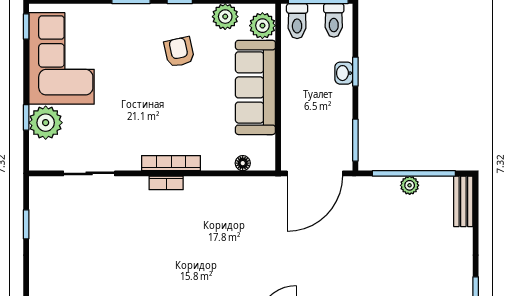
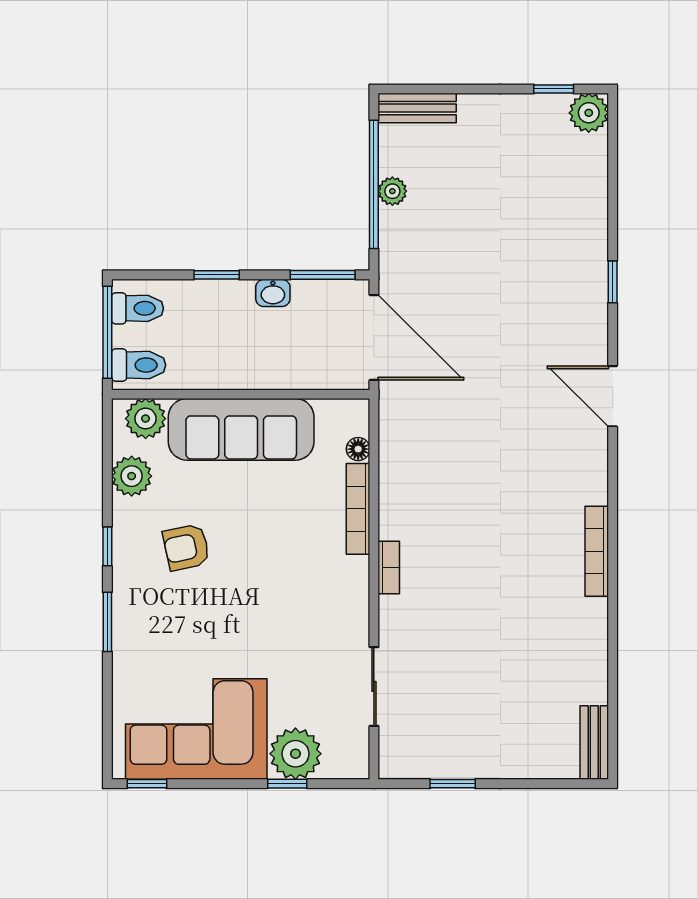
washbasin: (344, 73) -> (273, 293), moved
bookcase: (171, 163) -> (358, 509), moved

